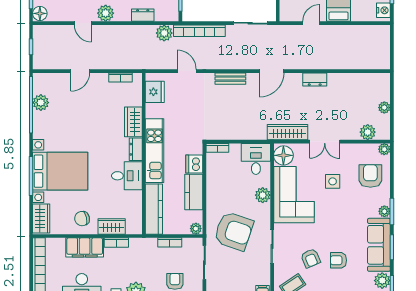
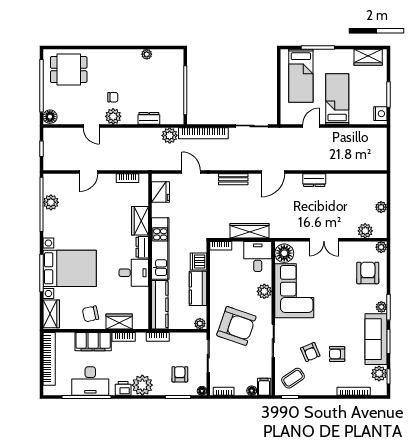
wardrobe: (288, 132) -> (250, 231), moved
side table: (333, 181) -> (331, 278), removed
bookcase: (170, 242) -> (158, 337), moved

